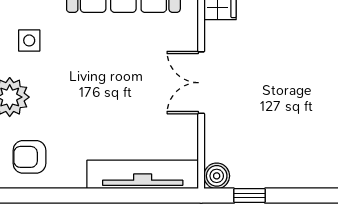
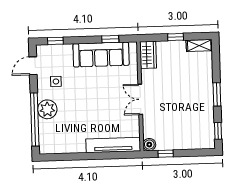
armchair: (29, 157) -> (58, 138), removed

